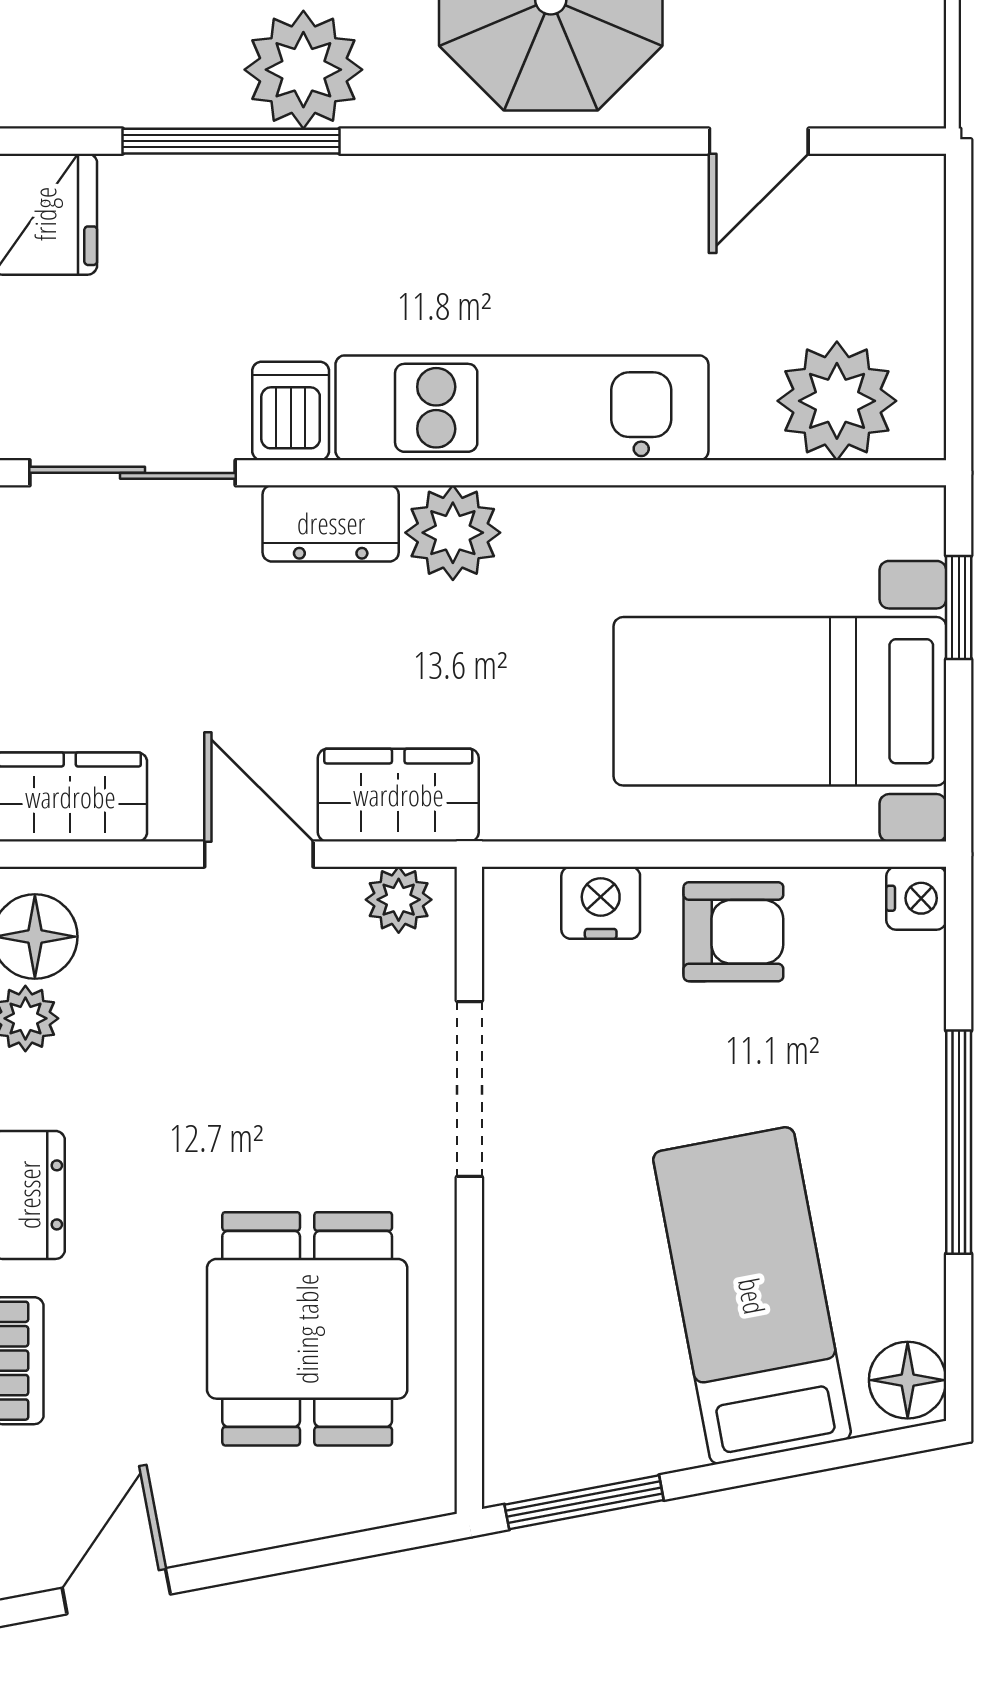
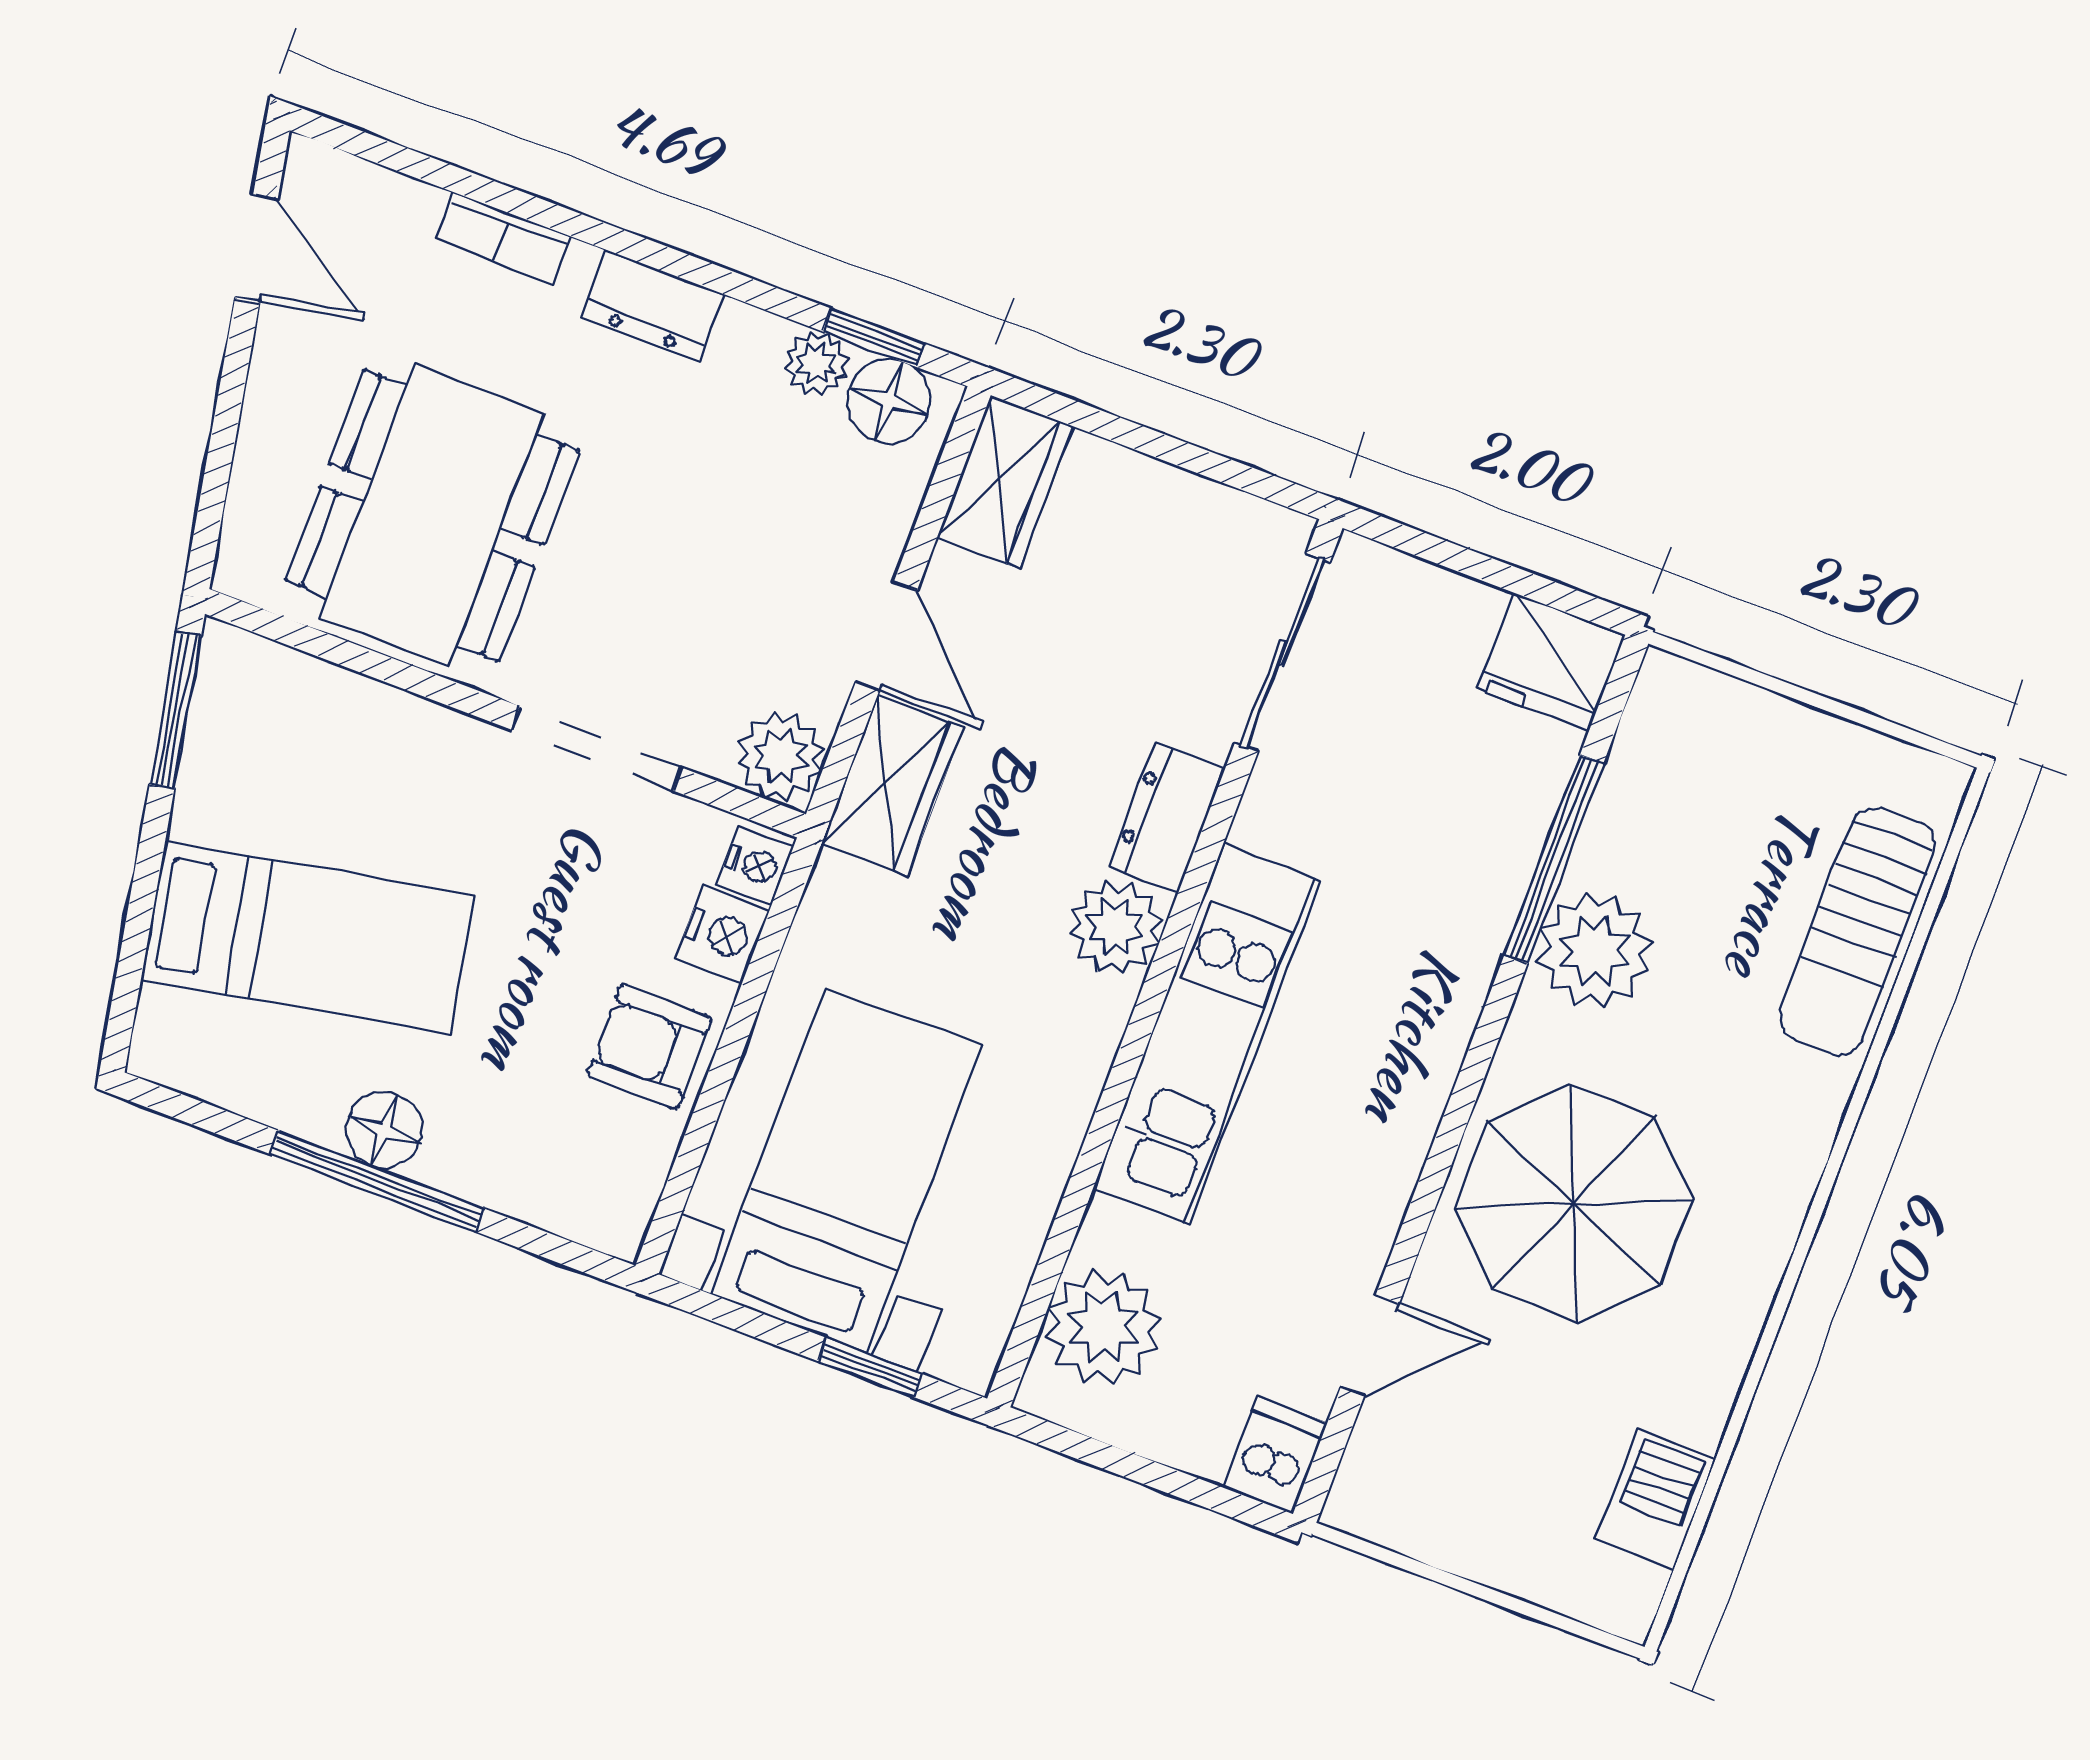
door: (759, 141) -> (1370, 1346), swing flipped
dishwasher: (291, 411) -> (1275, 1455), moved, turned -90
door: (259, 854) -> (886, 636), hinge flipped
nightstand: (916, 898) -> (755, 865), moved, turned -90
plant: (399, 900) -> (780, 756), width x1.38, depth x1.38
armchair: (733, 932) -> (649, 1047), turned 90
dining table: (307, 1329) -> (432, 515), width x1.37
floor lamp: (908, 1380) -> (384, 1130), moved

